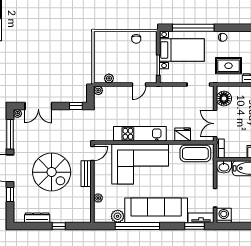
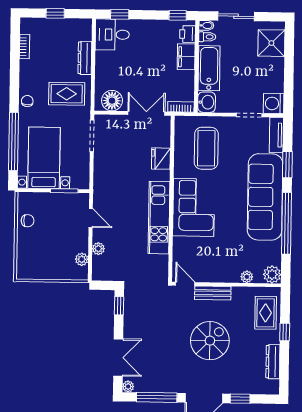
rug: (228, 66) -> (67, 94), turned 90
plant: (98, 90) -> (98, 249), moved
double door: (215, 124) -> (146, 113), swing flipped
coffee table: (195, 153) -> (206, 148), moved
corner sofa: (140, 164) -> (194, 207), width x0.73, depth x0.74
spiral stairs: (52, 172) -> (210, 341), width x0.73, depth x0.73
rug: (72, 212) -> (266, 313), added
plant: (118, 216) -> (272, 274), moved
window: (195, 226) -> (287, 165), moved

